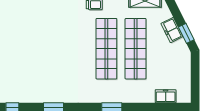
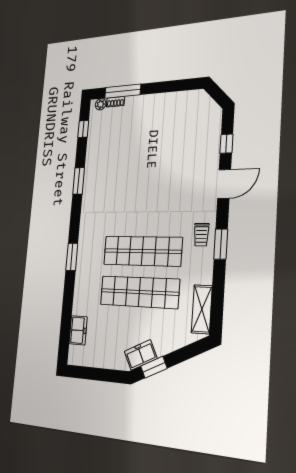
freezer: (172, 30) -> (141, 355), moved

